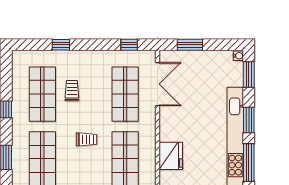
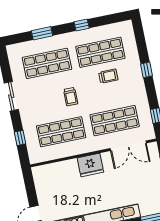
window: (61, 45) -> (147, 70), moved
fridge: (171, 156) -> (90, 165), moved

